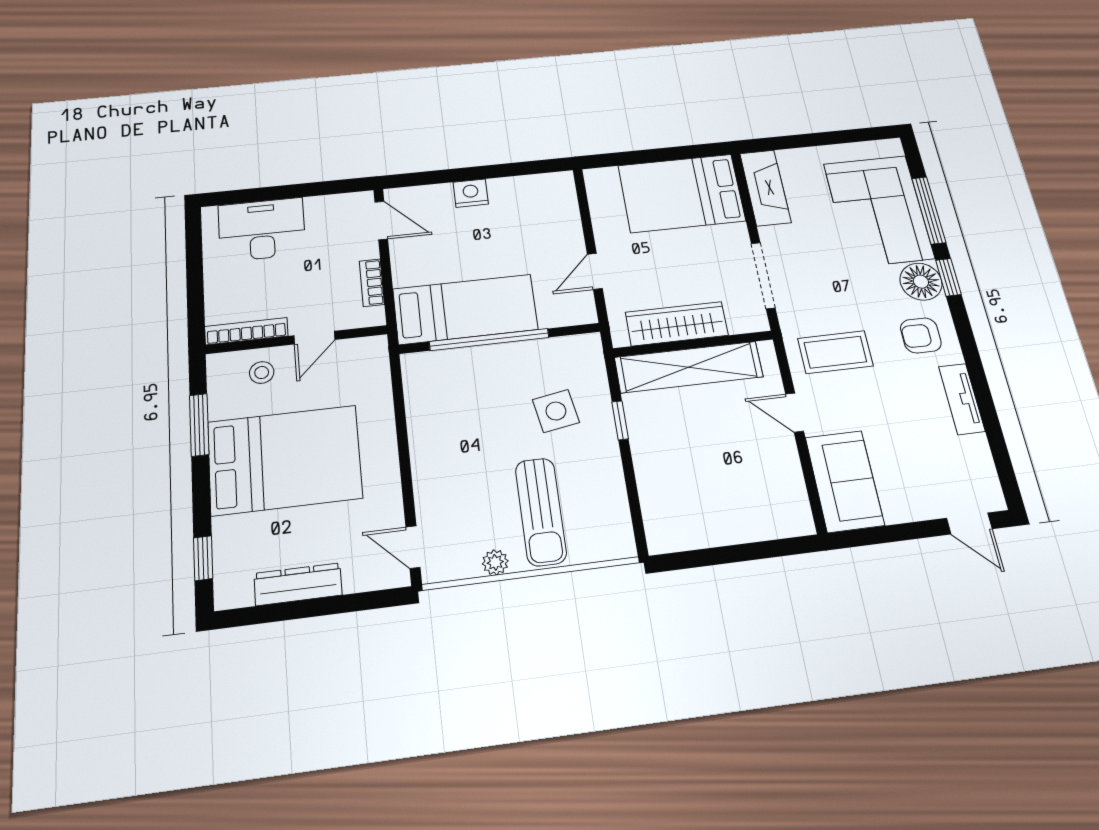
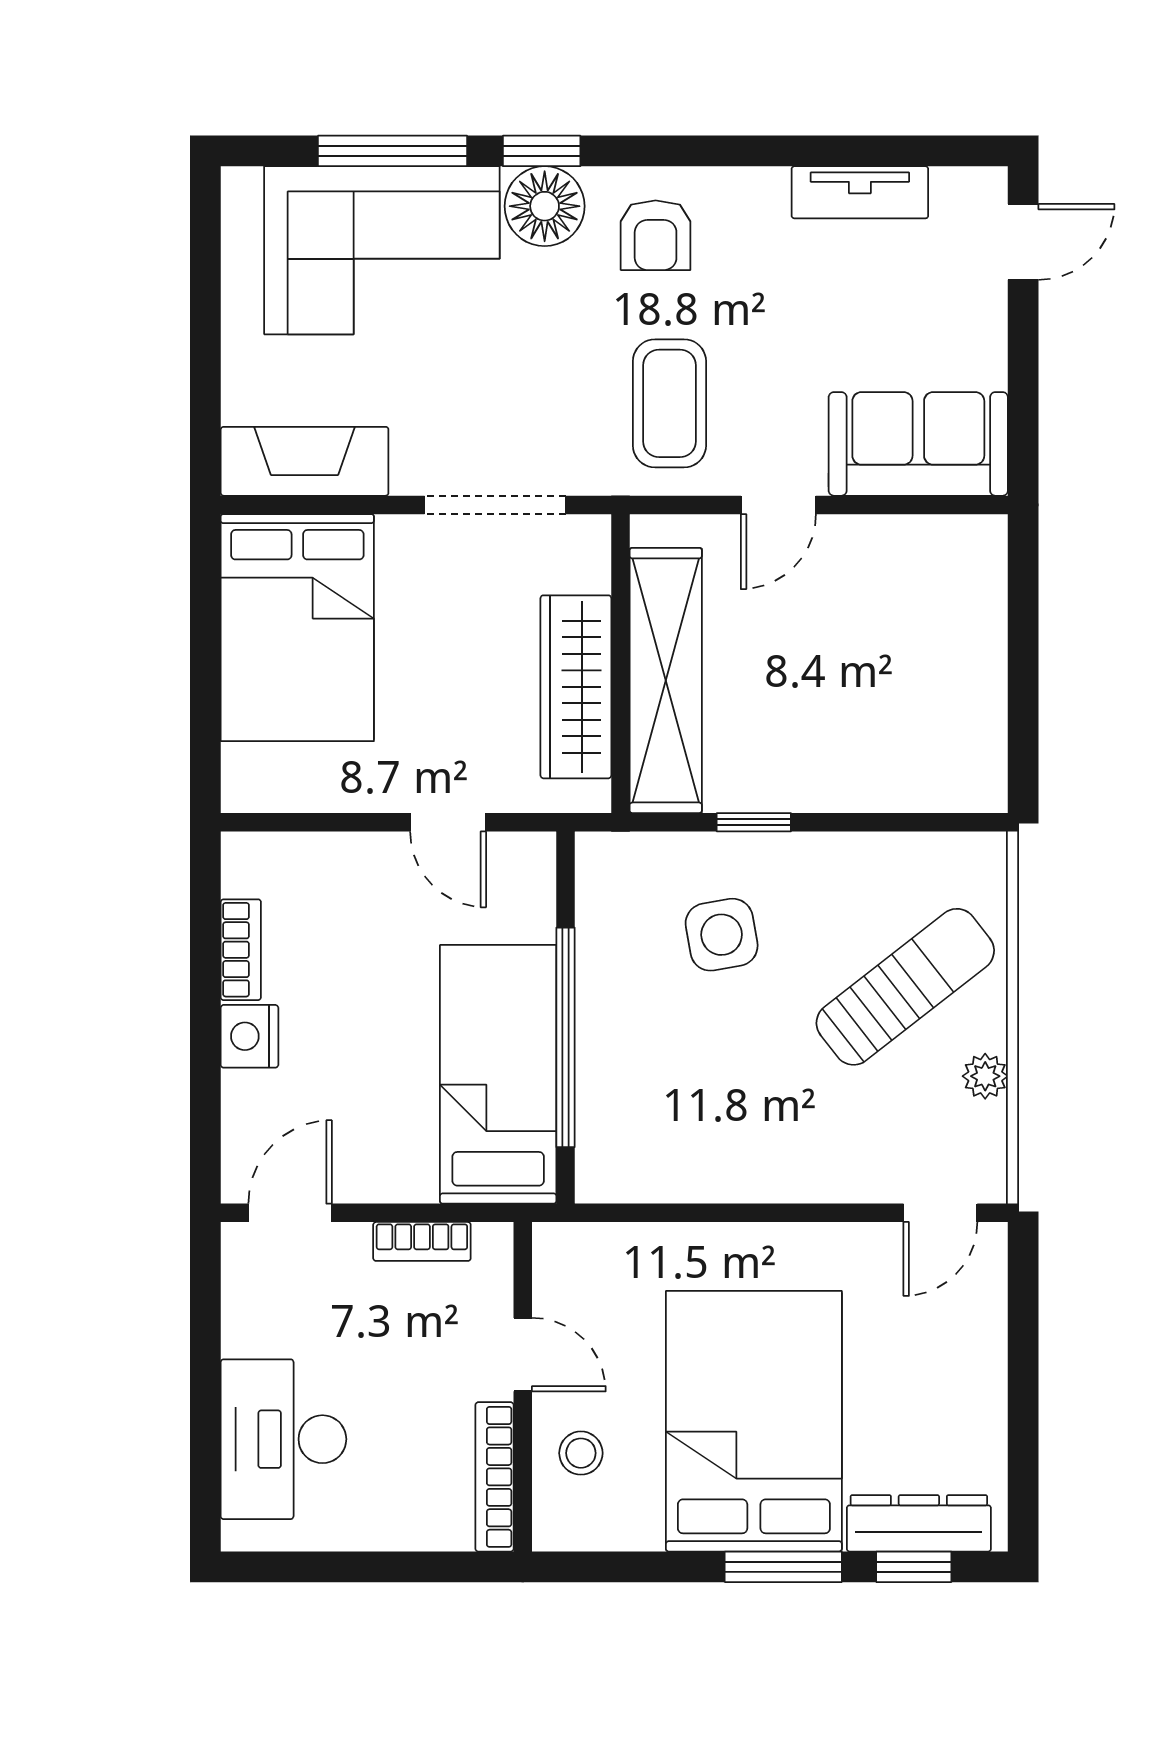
bookcase: (514, 185) -> (241, 950), added
tv unit: (962, 399) -> (860, 192), moved
window: (199, 425) -> (783, 1567), moved
sun lounger: (541, 512) -> (905, 987), turned -38
dresser: (298, 584) -> (919, 1523), moved, turned 90

